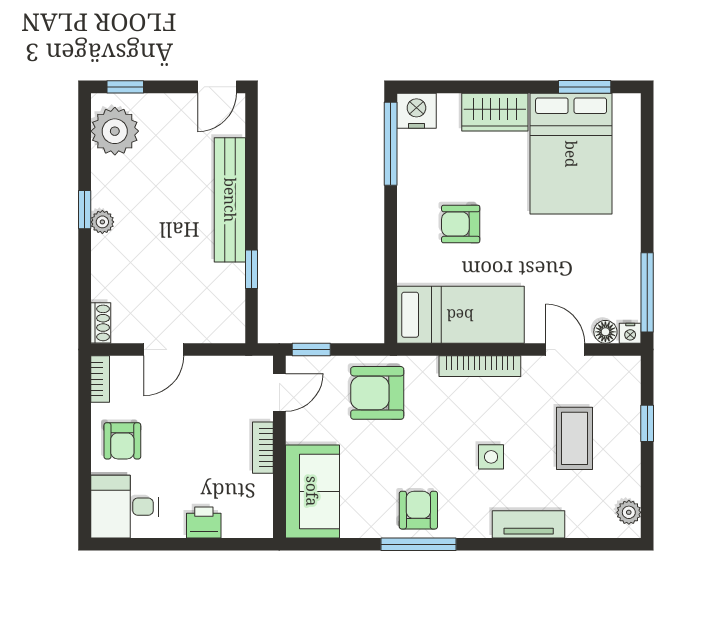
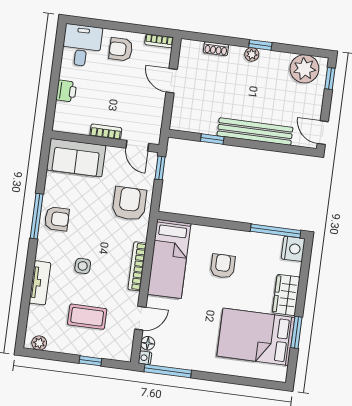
window: (585, 87) -> (296, 332), moved
shoe rack: (101, 323) -> (216, 49), moved

